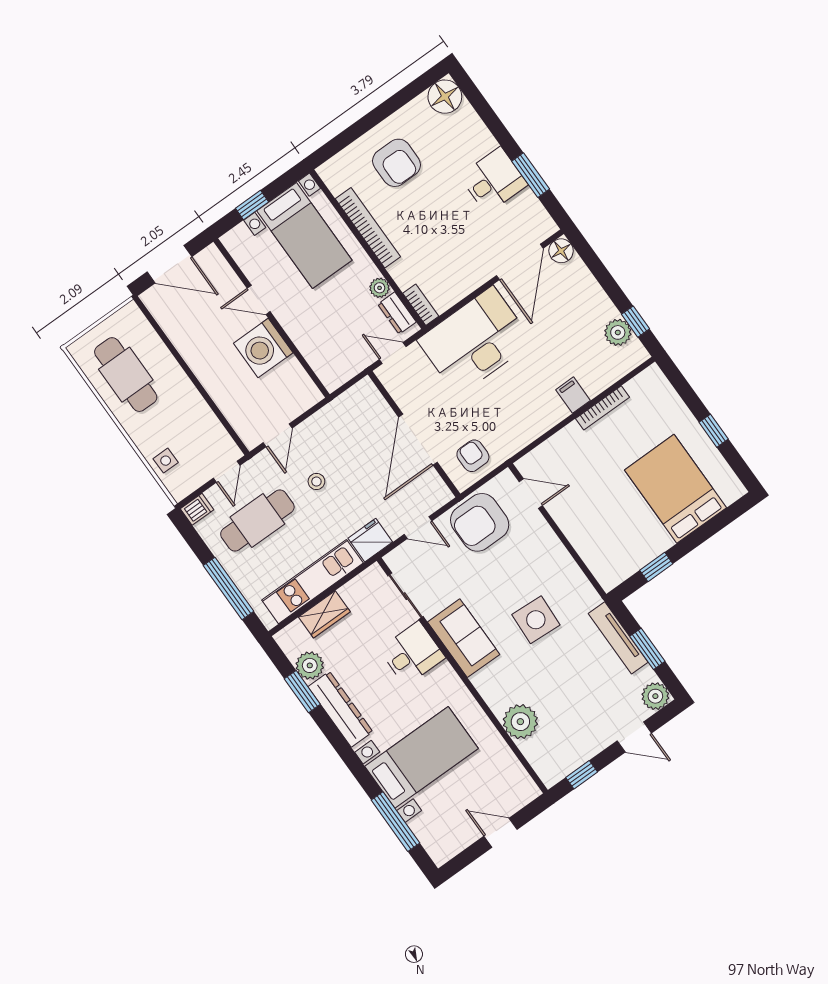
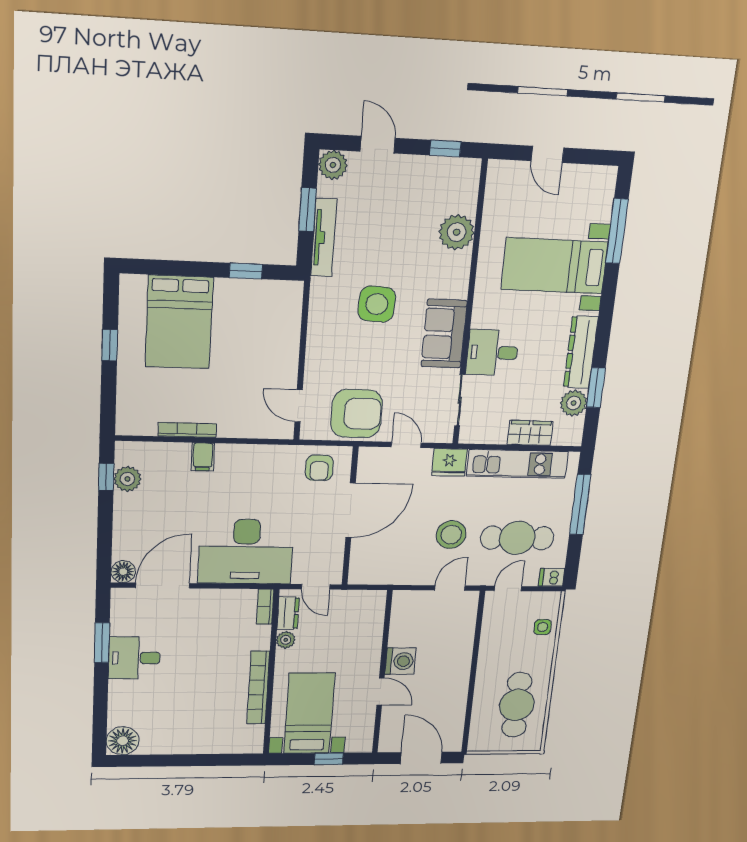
armchair: (397, 163) -> (198, 719), removed
washing machine: (263, 348) -> (401, 661), width x0.73, depth x0.73
stool: (316, 482) -> (451, 535), width x1.89, depth x1.89

